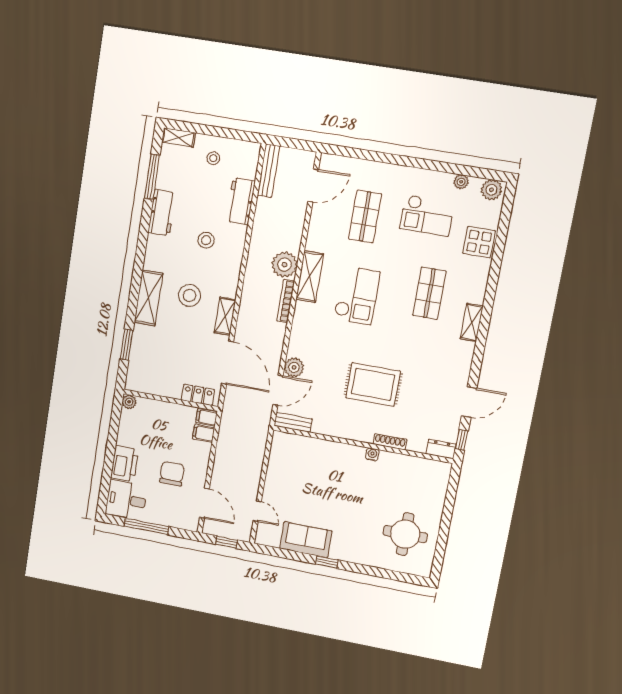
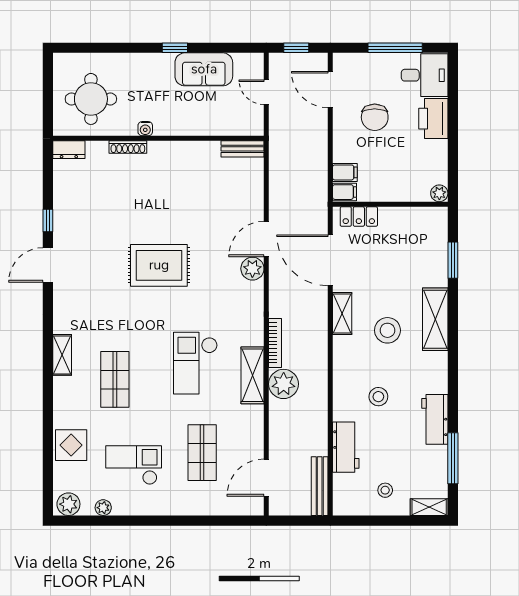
bench: (293, 422) -> (242, 149), moved
shoe rack: (390, 442) -> (128, 147), moved
wall: (363, 444) -> (158, 138), moved
dresser: (441, 449) -> (69, 150), moved
water cooler: (372, 454) -> (145, 129), moved

